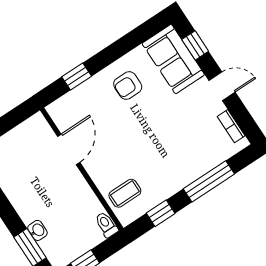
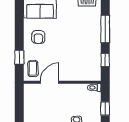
door: (69, 149) -> (49, 82), hinge flipped
coffee table: (125, 193) -> (33, 69), moved

